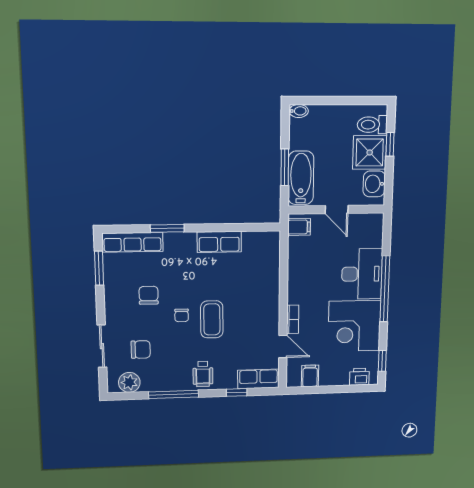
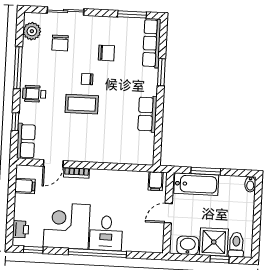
desk: (362, 274) -> (106, 233), width x0.73

